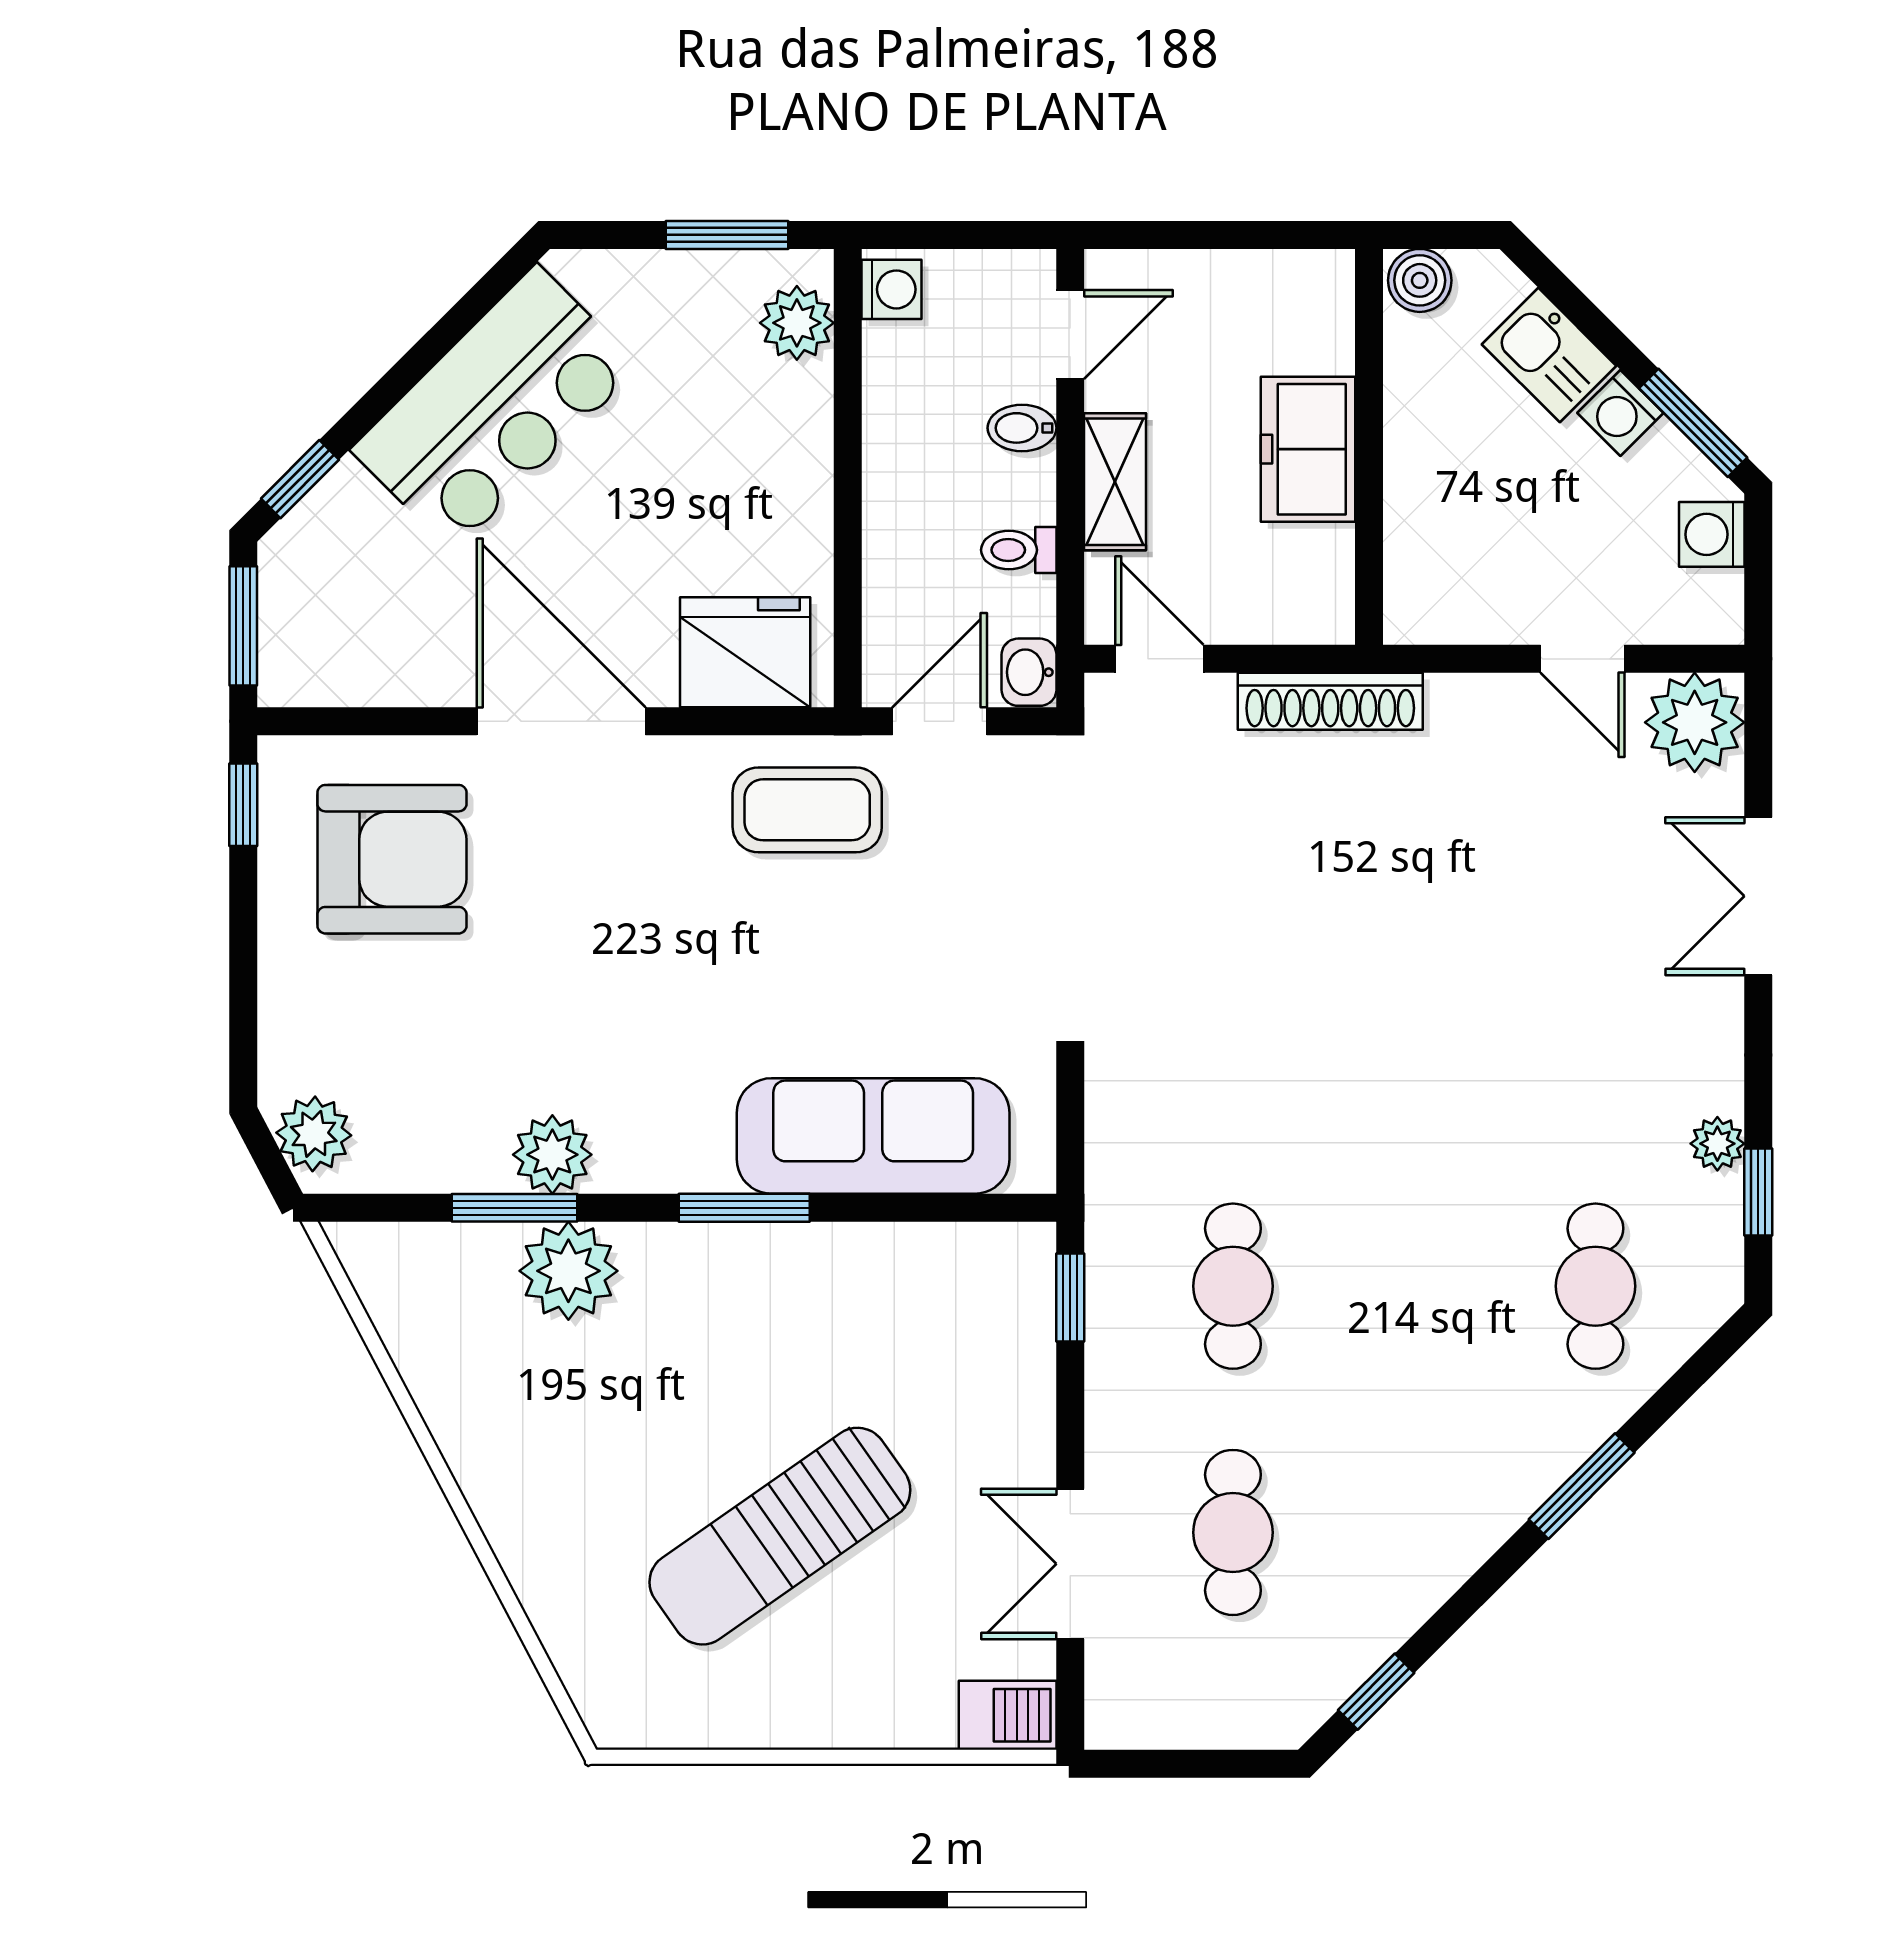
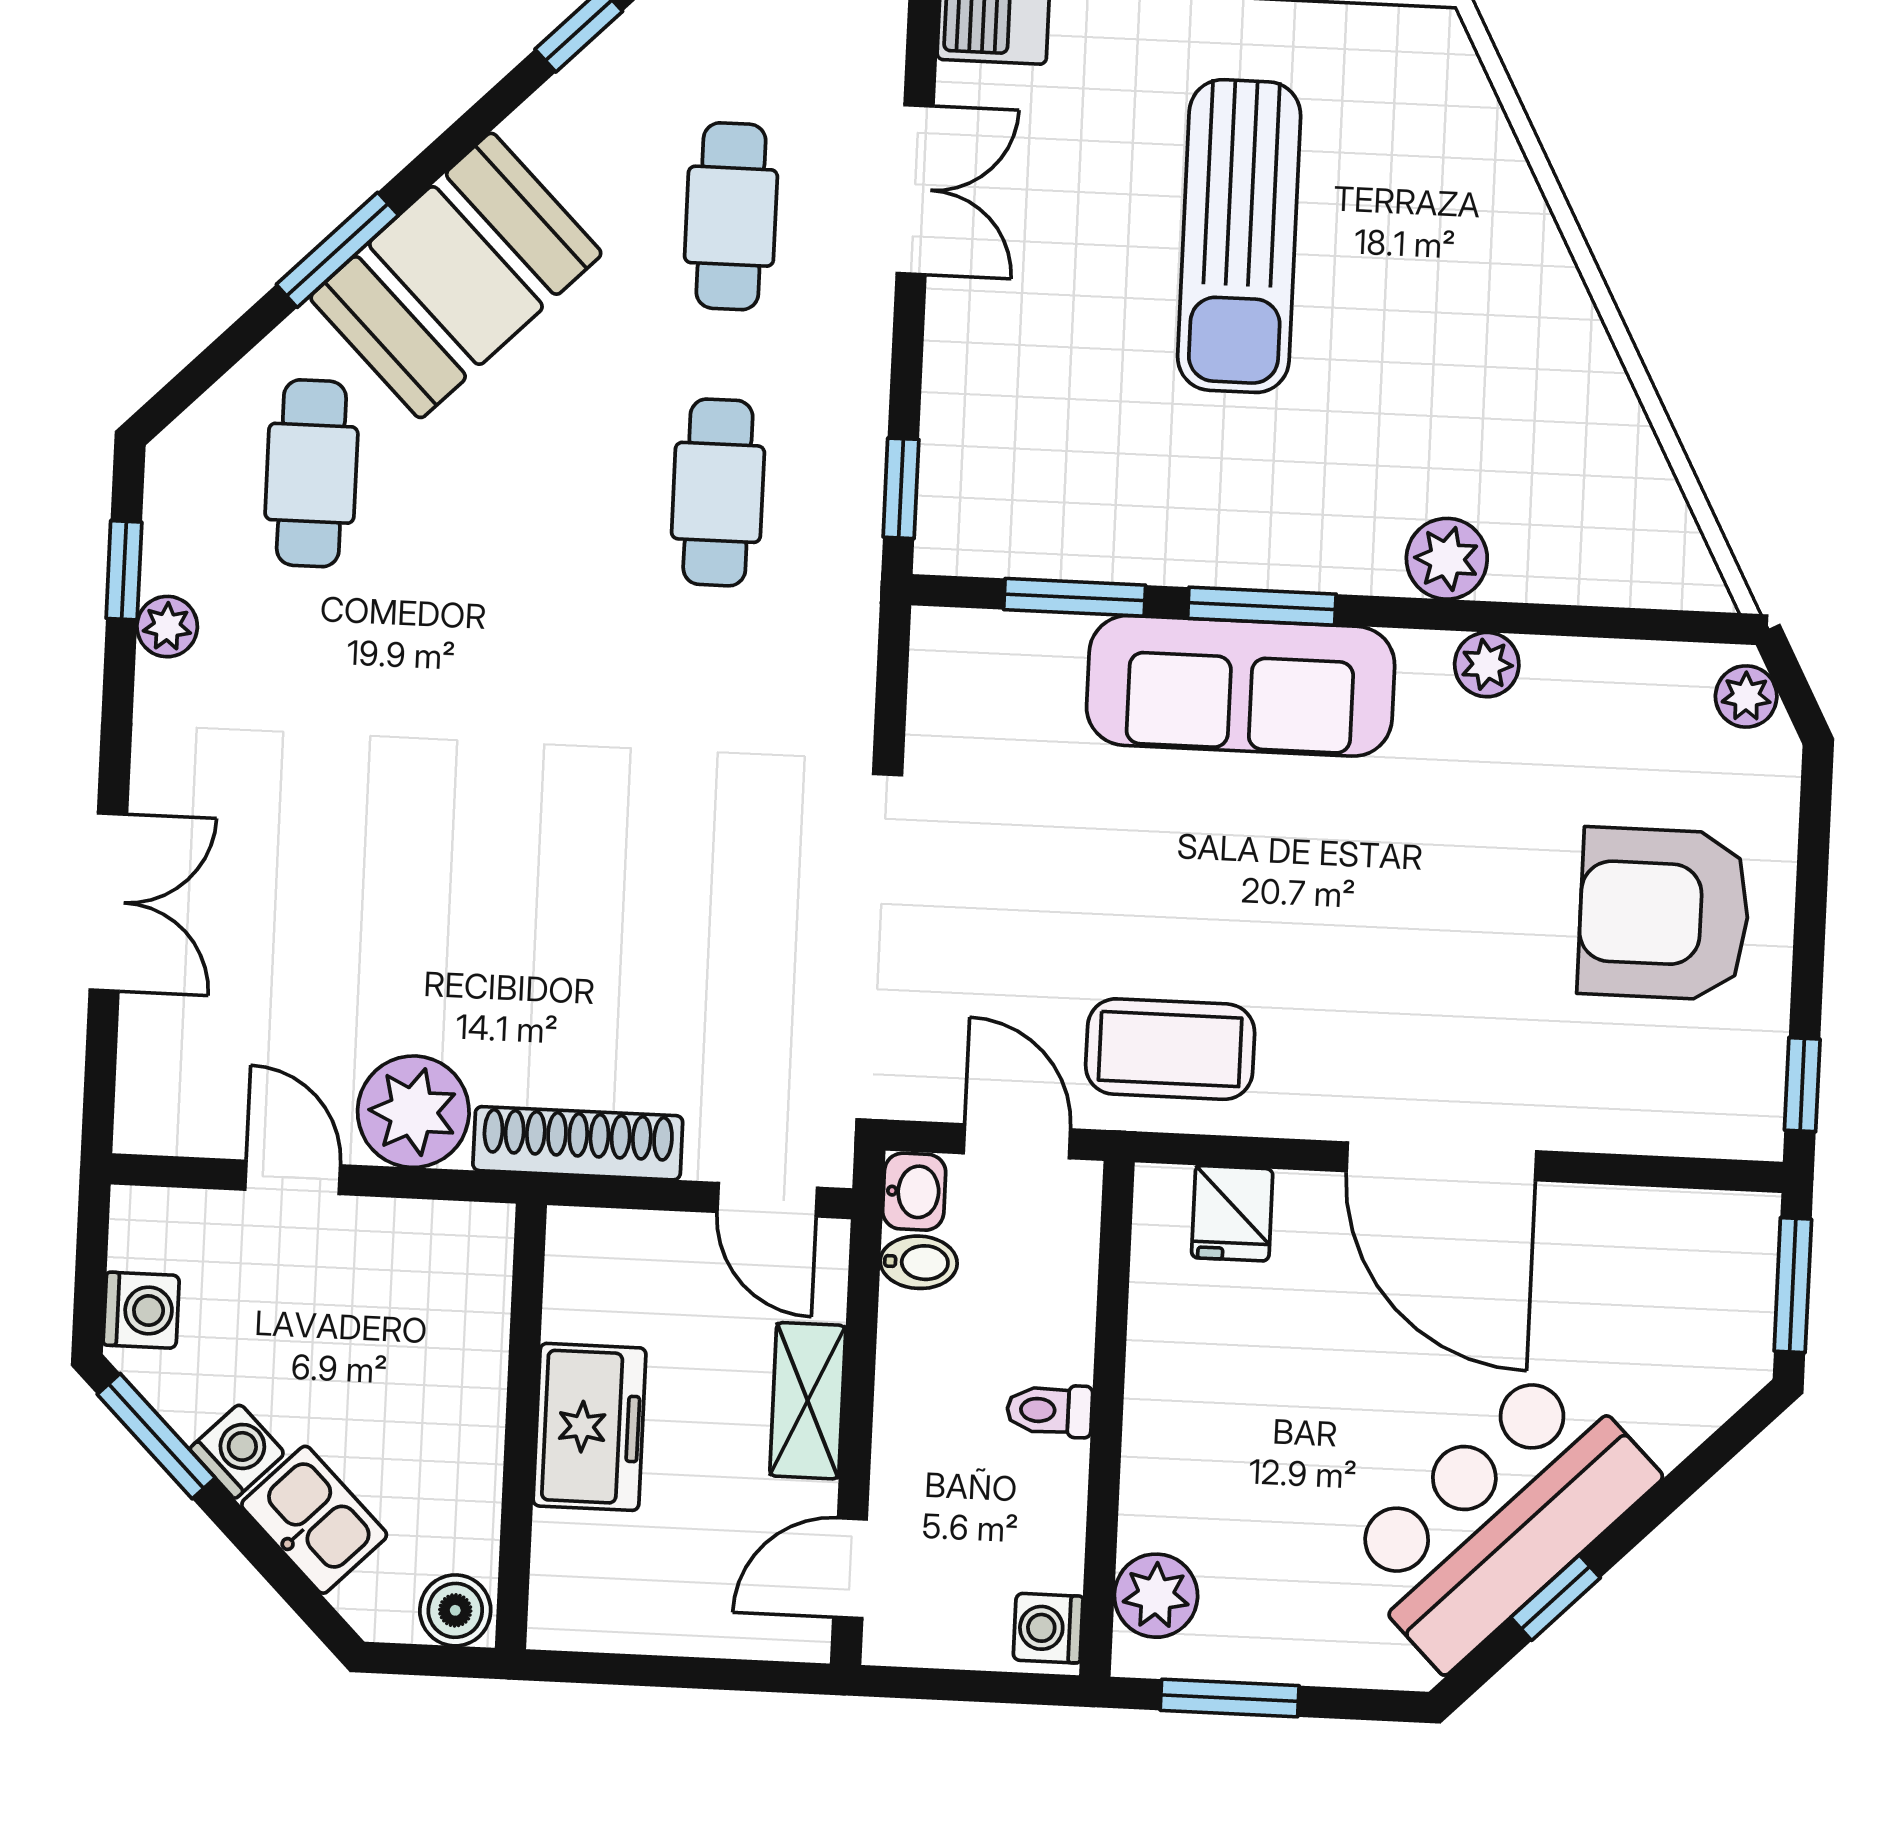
bidet: (1022, 428) -> (919, 1262), moved
window: (300, 479) -> (1556, 1598), moved
toilet: (1019, 550) -> (1050, 1410), moved, turned 180
fridge: (745, 652) -> (1232, 1213), width x0.53, depth x0.75
door: (940, 721) -> (1017, 1141), swing flipped
plant: (1695, 722) -> (413, 1112), moved
armchair: (392, 859) -> (1664, 914), moved
plant: (314, 1134) -> (1746, 696), width x0.73, depth x0.73
sofa: (873, 1136) -> (1241, 686), moved
plant: (552, 1155) -> (1487, 665), width x0.73, depth x0.73
window: (515, 1208) -> (1075, 597), moved
plant: (568, 1271) -> (1447, 559), width x0.73, depth x0.73
booth: (1475, 1468) -> (456, 275), added
sun lounger: (780, 1536) -> (1239, 236), turned 125

